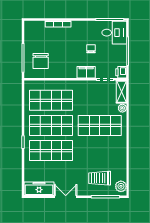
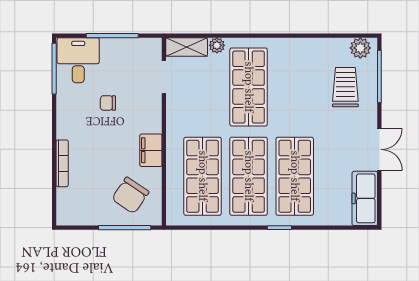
chair: (41, 61) -> (130, 195), turned 124
filing cabinet: (86, 72) -> (151, 150), moved
printer: (121, 72) -> (151, 48), removed
trolley: (100, 178) -> (345, 87), turned 180
double door: (66, 197) -> (379, 149), swing flipped

